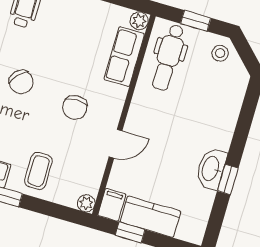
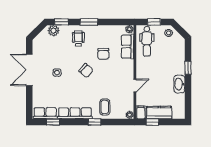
chair: (75, 107) -> (103, 54), moved
window: (228, 179) -> (188, 68), moved

